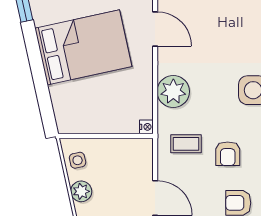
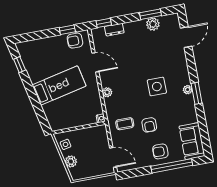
bed: (83, 47) -> (59, 85), width x0.67
plant: (173, 92) -> (107, 92), width x0.53, depth x0.53

